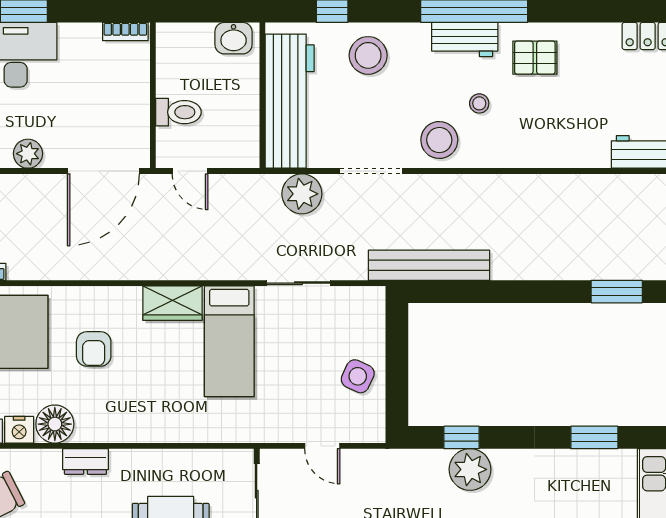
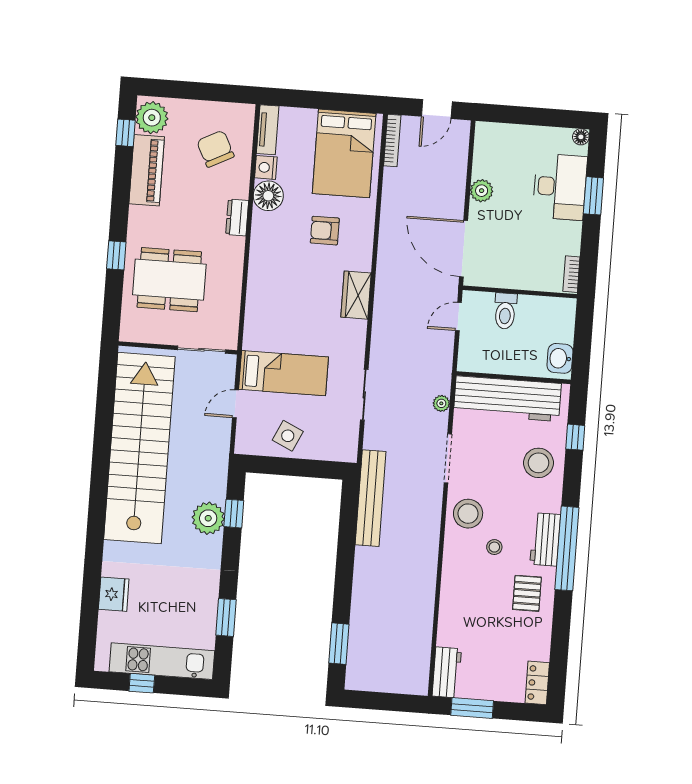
plant: (302, 194) -> (441, 403), width x0.53, depth x0.53
bed: (229, 341) -> (284, 373), moved, turned 180

